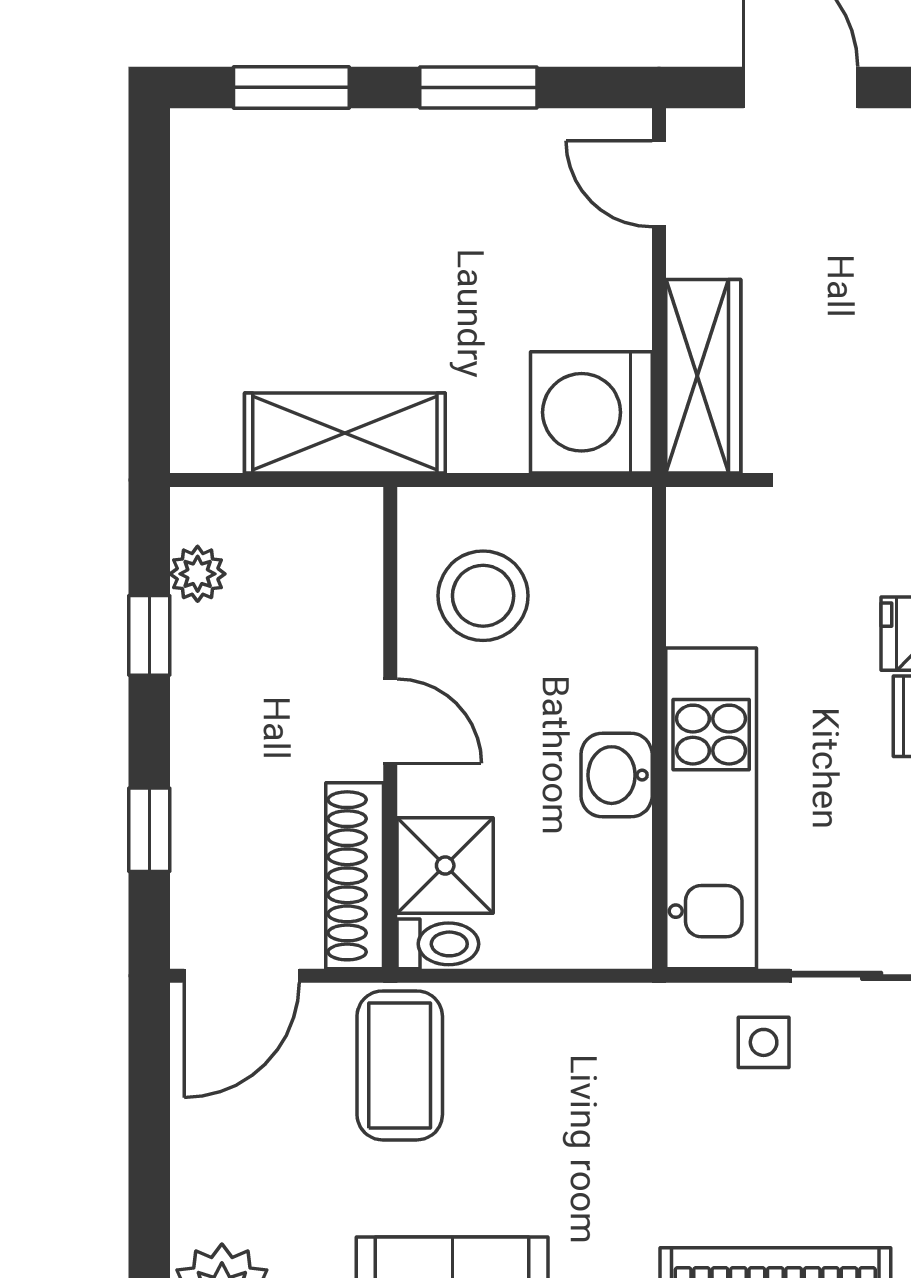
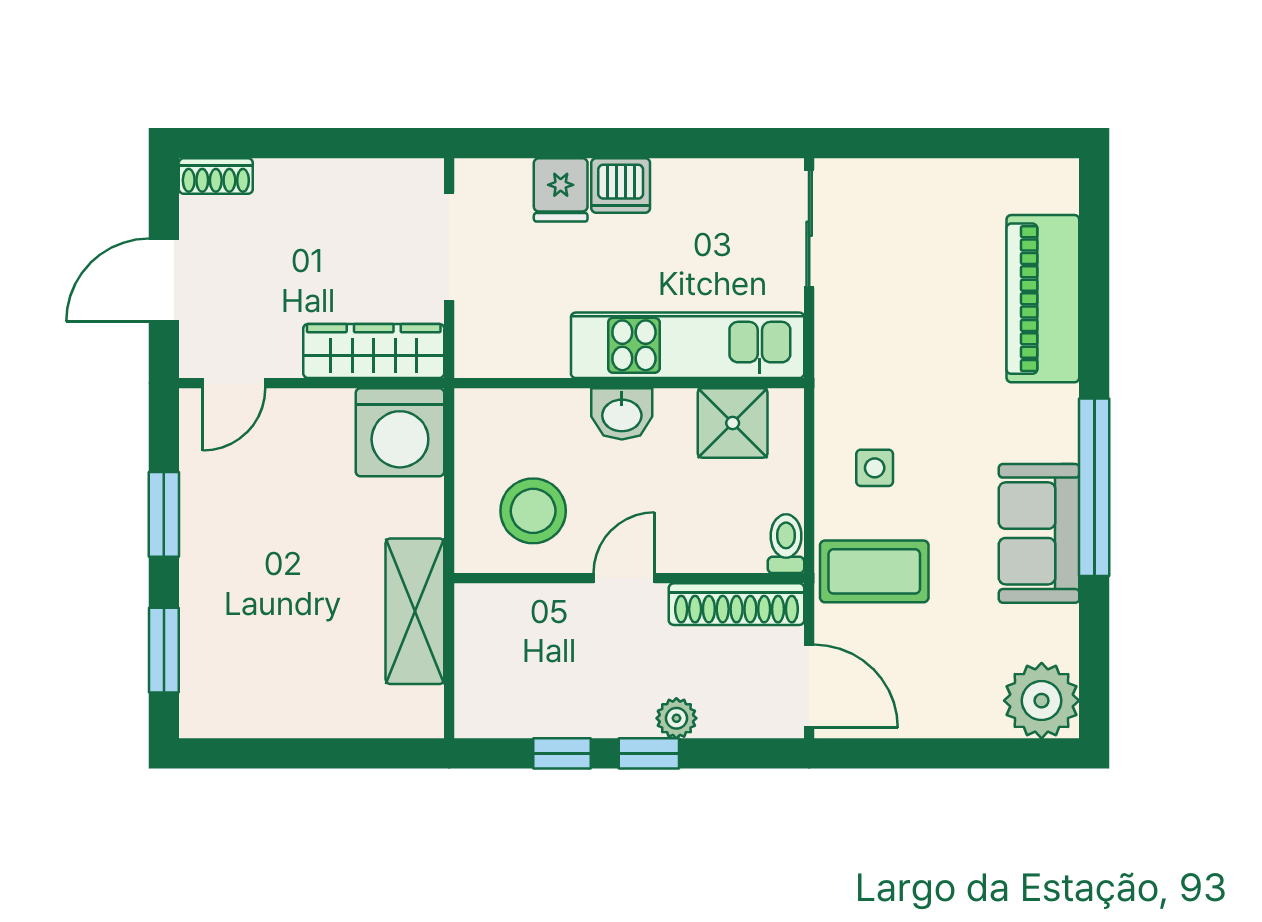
plant: (198, 574) -> (676, 718), moved
washbasin: (617, 775) -> (622, 414), moved
window: (149, 830) -> (649, 753), moved
shower: (445, 866) -> (733, 423), moved
side table: (764, 1042) -> (875, 468), moved

